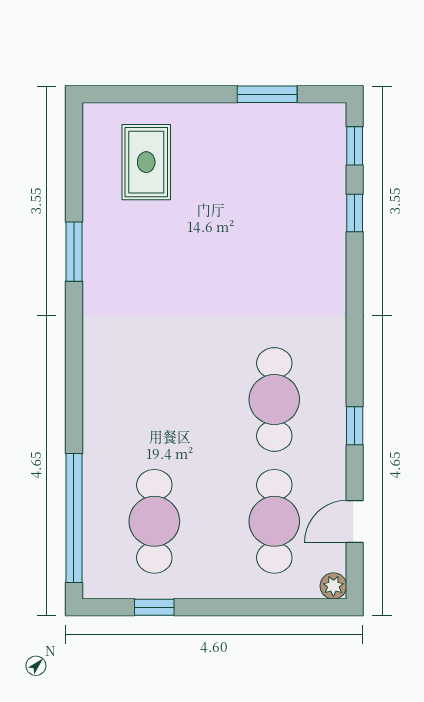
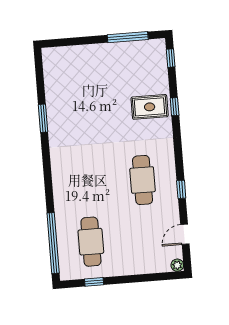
window: (267, 94) -> (128, 37), width x1.44
rug: (146, 162) -> (150, 107), moved, turned 90
window: (355, 213) -> (175, 107), moved
cafe table: (274, 521) -> (147, 237), removed

